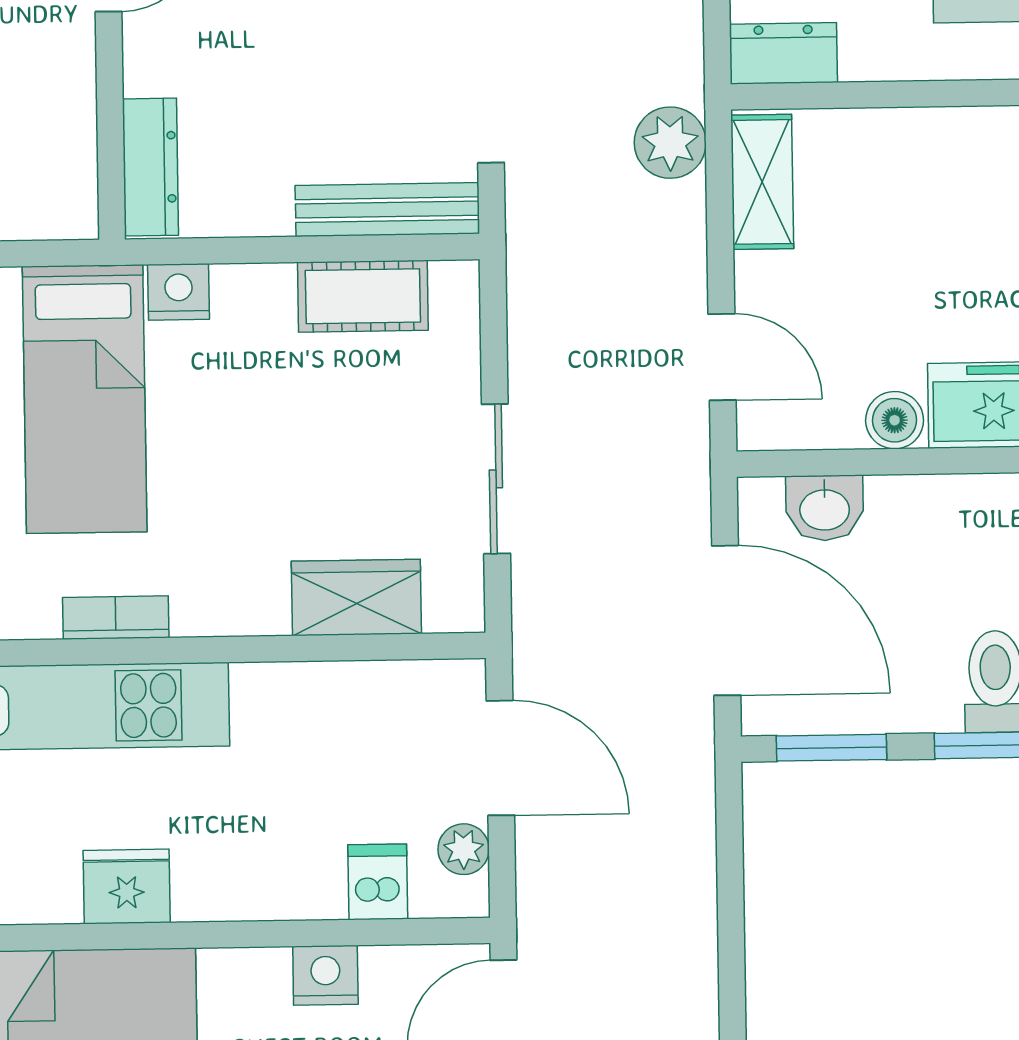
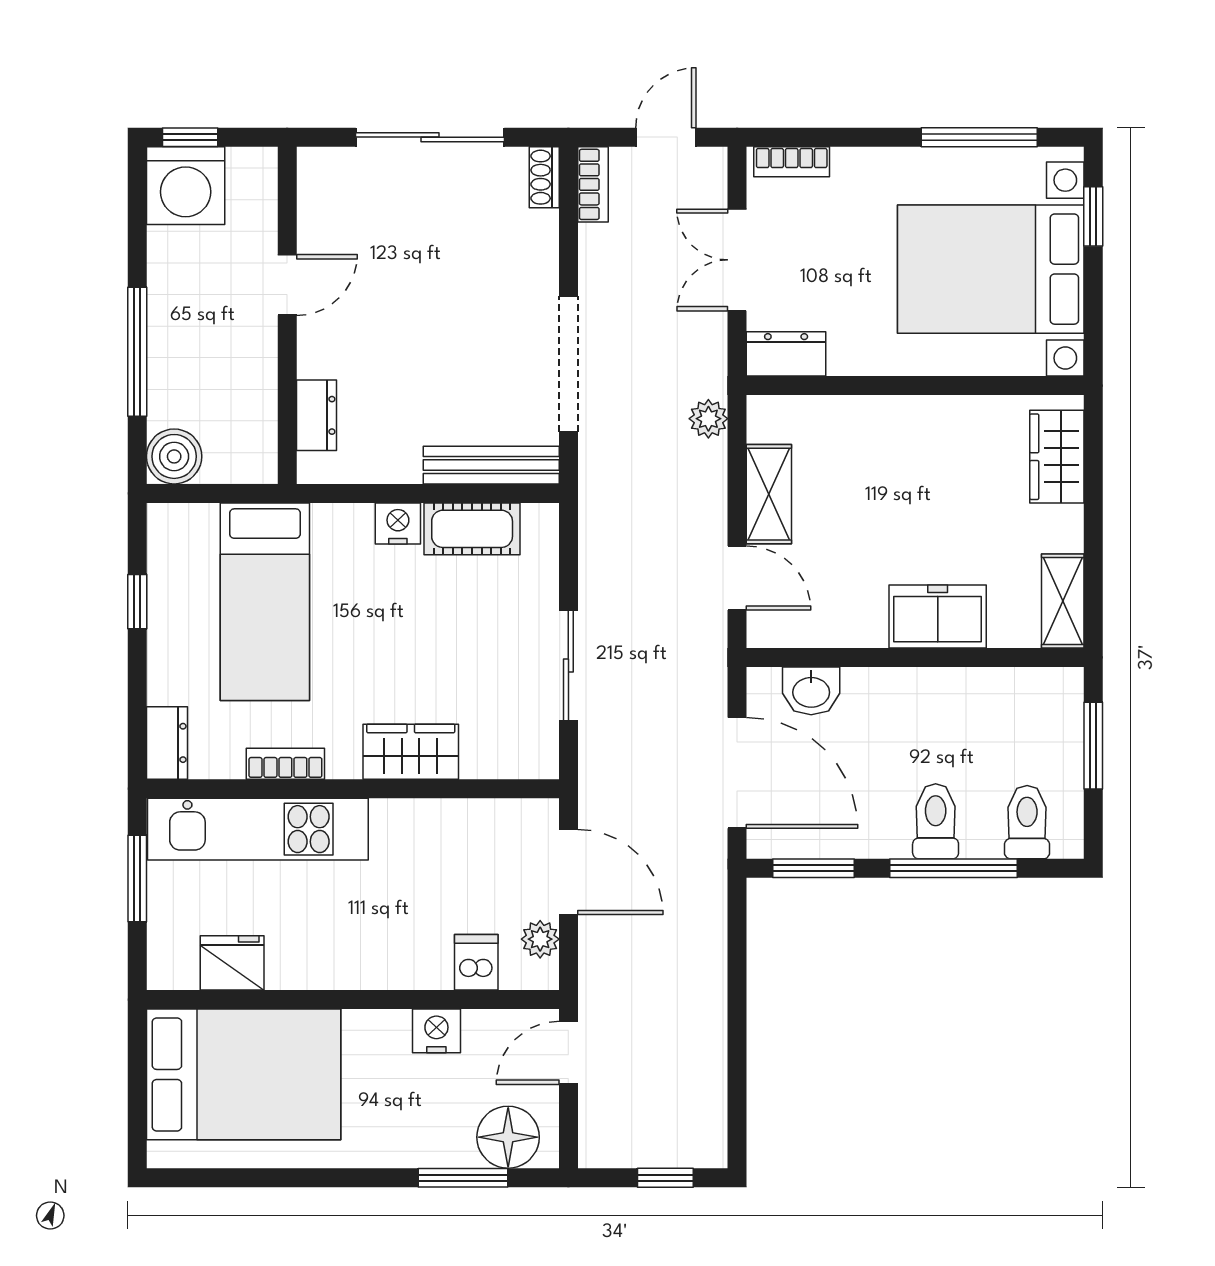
plant: (670, 143) -> (708, 419), width x0.73, depth x0.73
dresser: (151, 167) -> (316, 415), width x0.70
shelving: (762, 182) -> (769, 494), moved
nightstand: (179, 292) -> (398, 523), moved
boiler: (895, 420) -> (864, 627), removed
wardrobe: (356, 597) -> (411, 752), moved
fridge: (127, 887) -> (232, 963), moved

